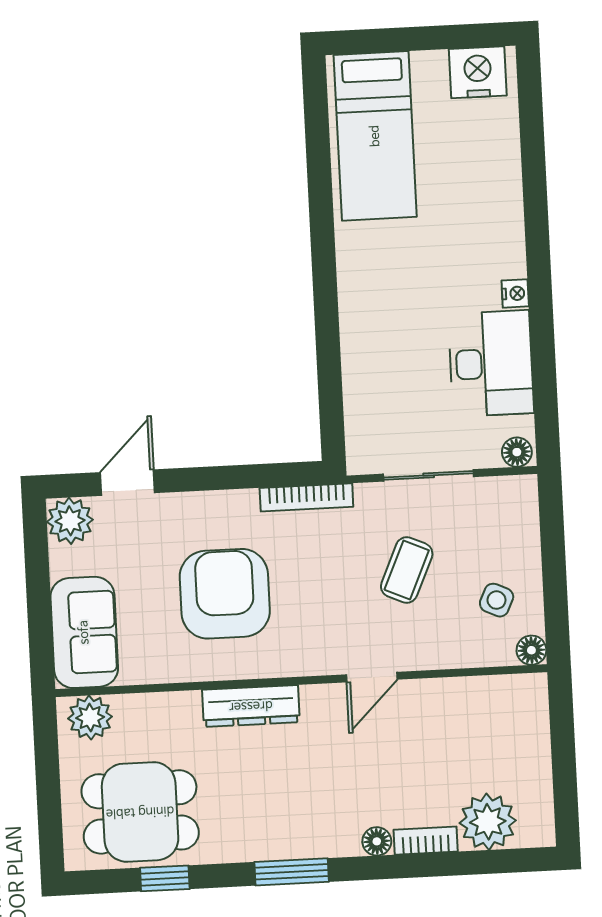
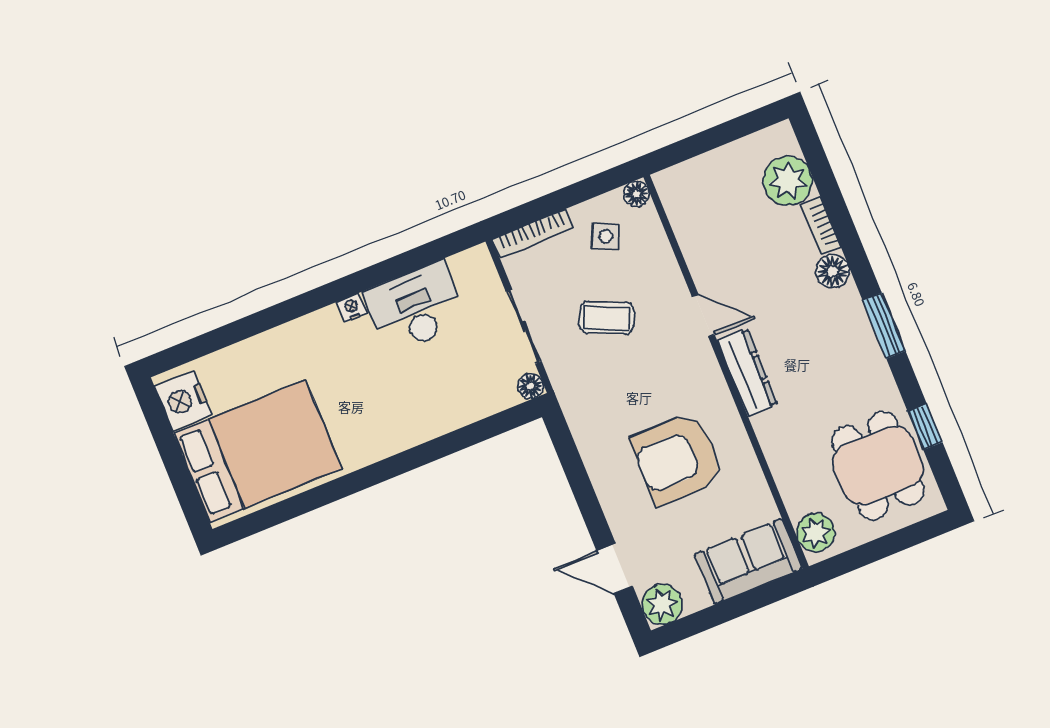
bed: (375, 136) -> (258, 451), width x1.50
floor lamp: (517, 452) -> (531, 386), moved
bookcase: (306, 497) -> (532, 233), moved, turned 90
dresser: (251, 706) -> (747, 372), moved
floor lamp: (377, 841) -> (833, 271), width x1.37, depth x1.37

